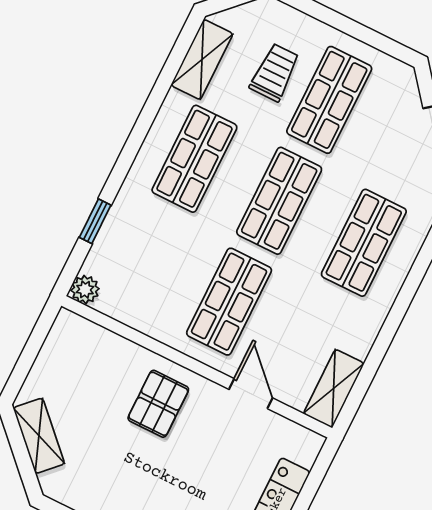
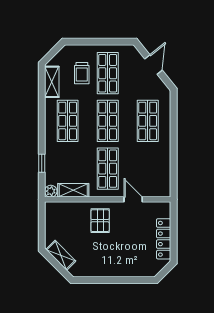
trolley: (275, 72) -> (82, 73), turned 180
shelving: (334, 388) -> (73, 190), moved, turned 90

